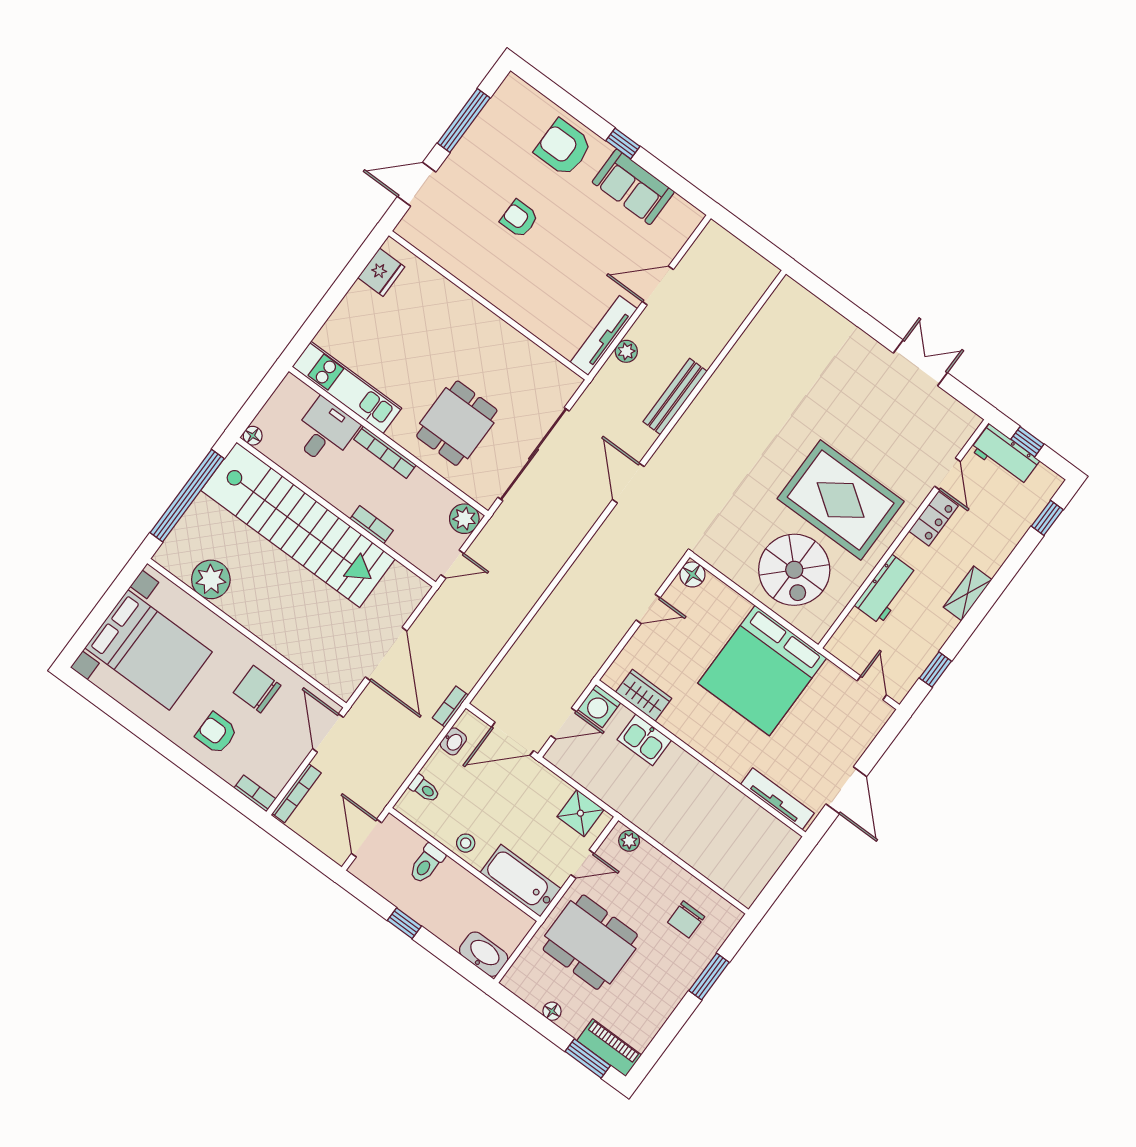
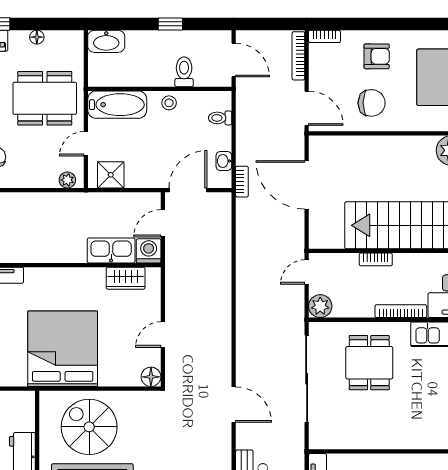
kitchen sink: (644, 740) -> (111, 250), width x1.38

